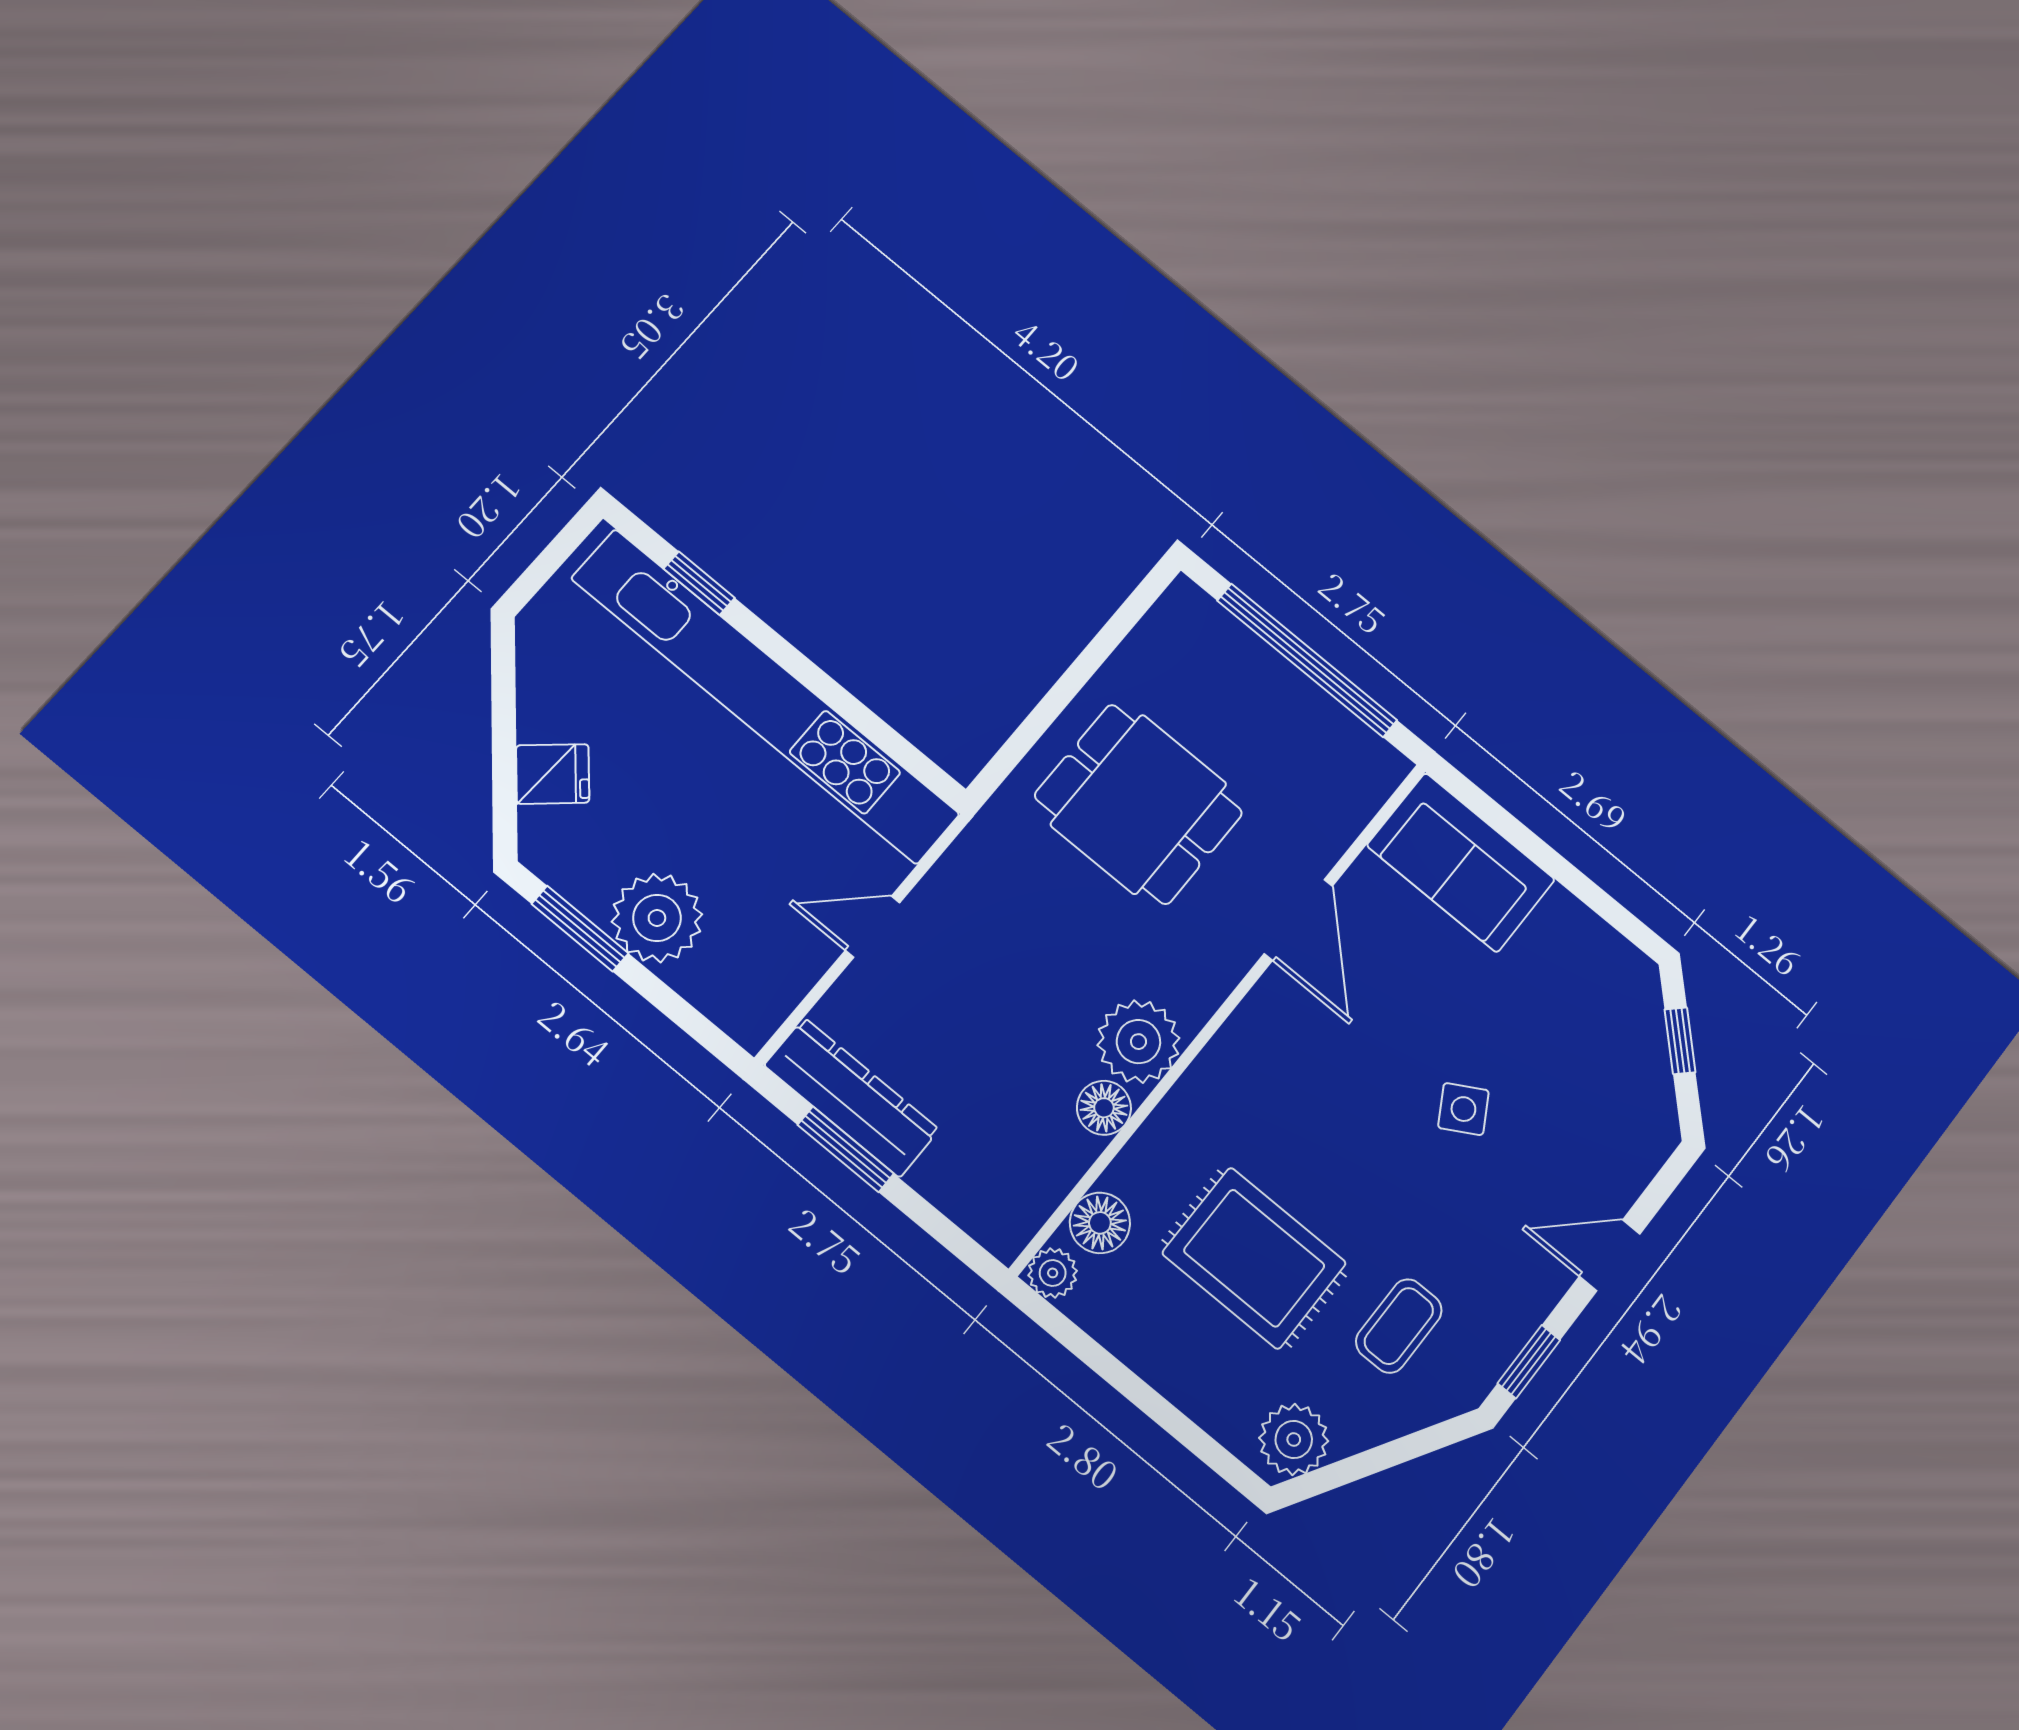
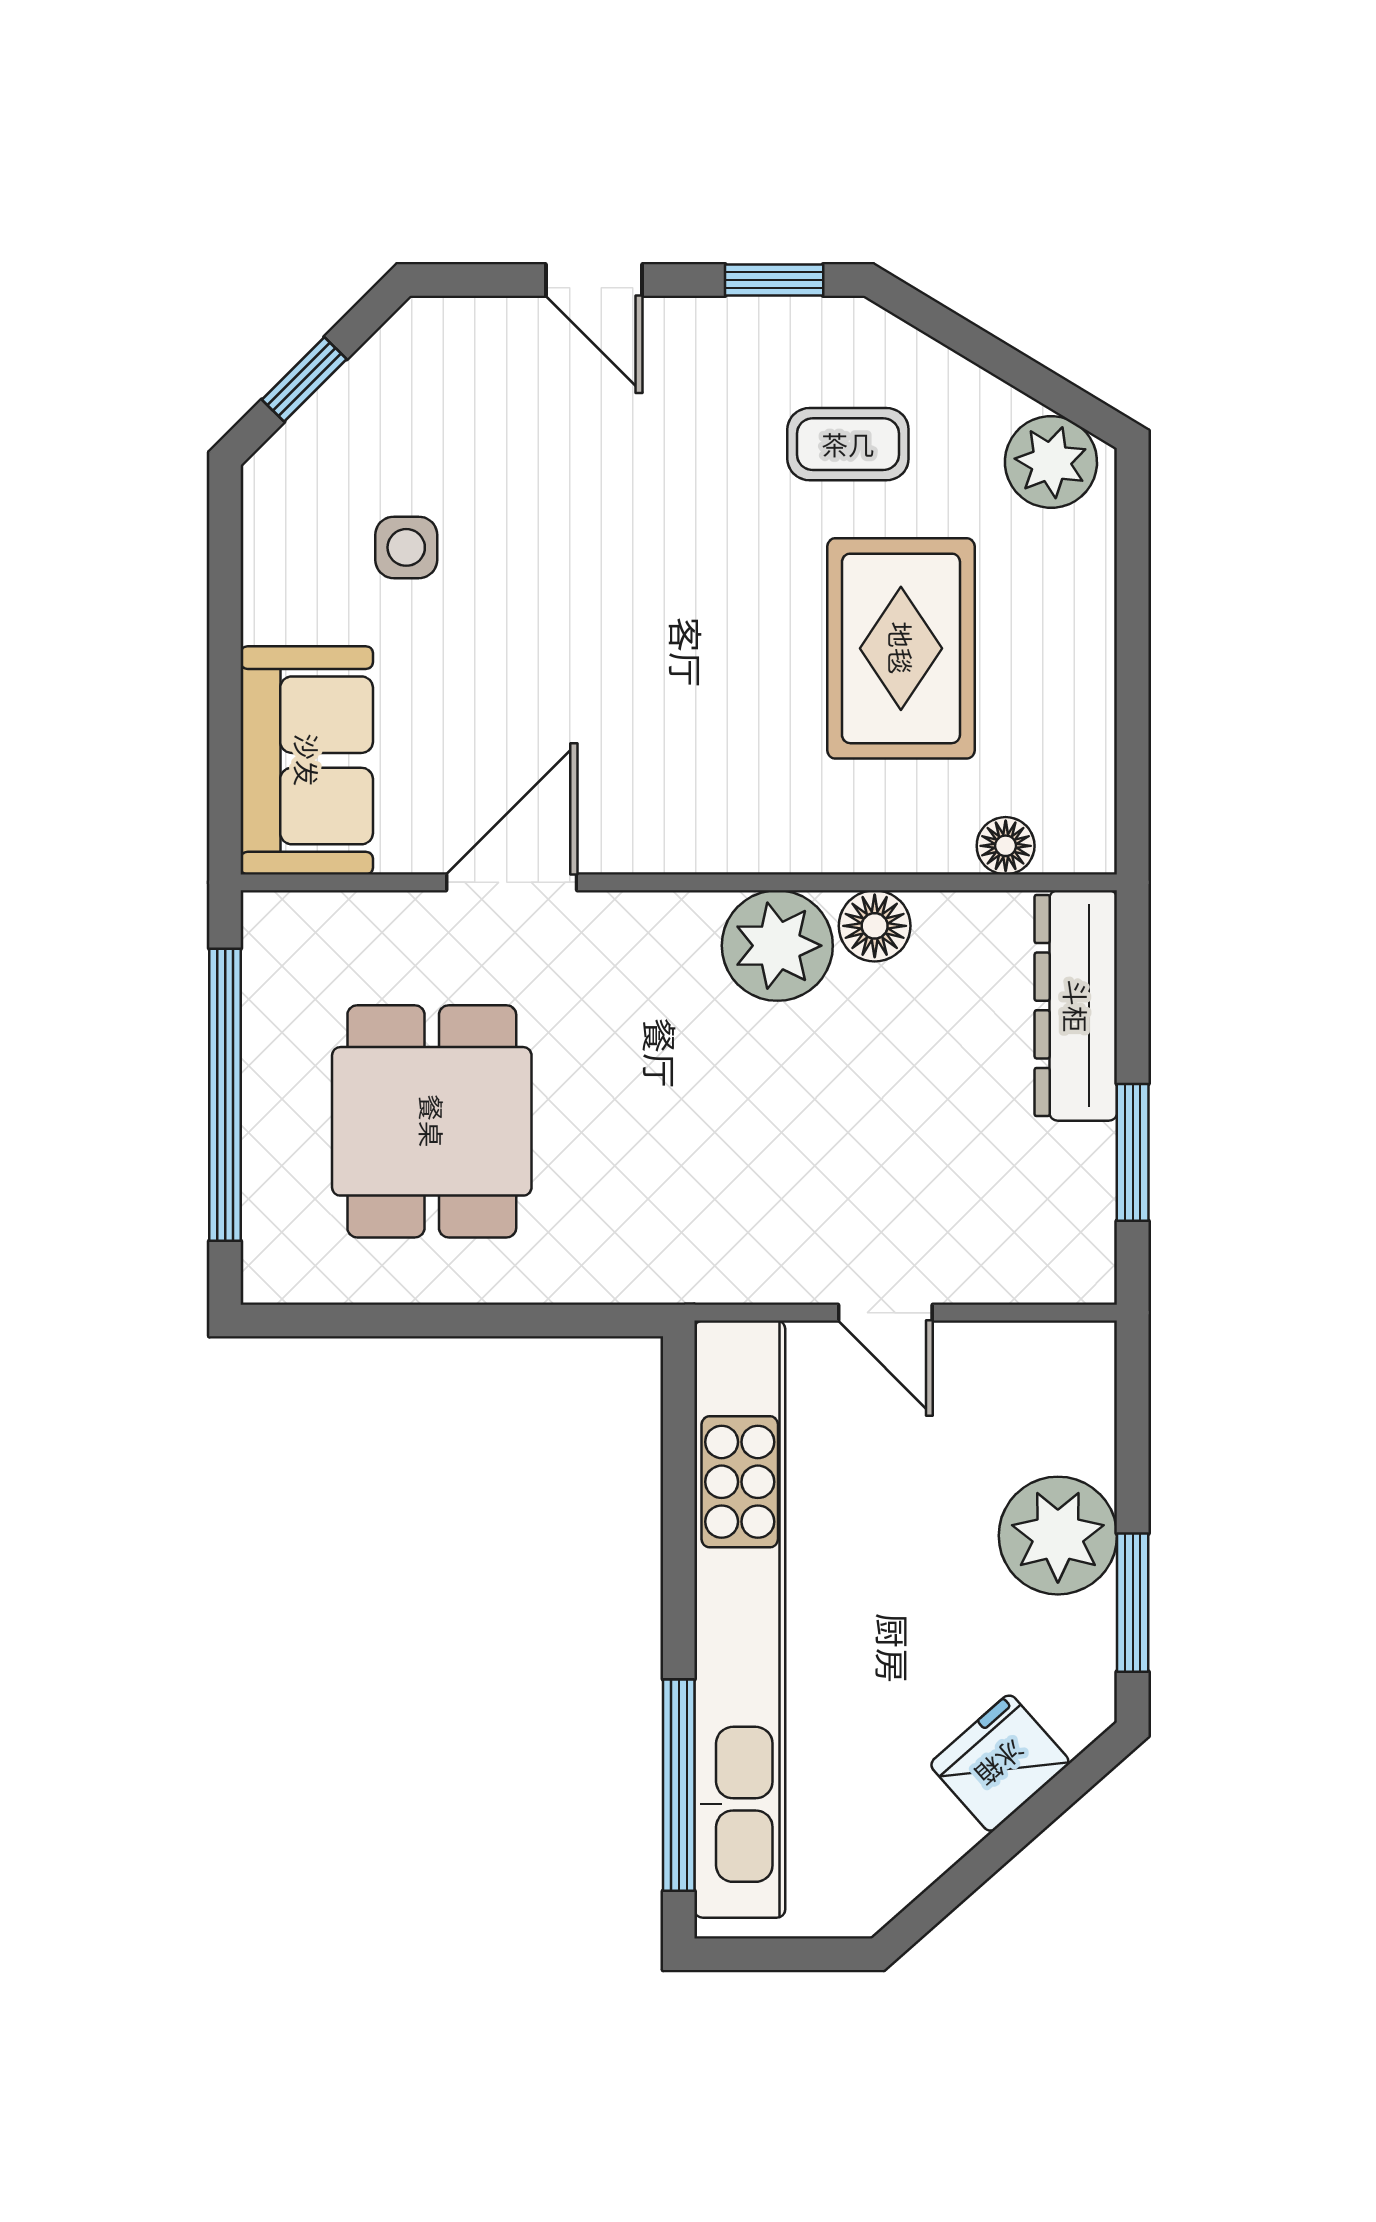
window: (699, 583) -> (679, 1785), width x2.17
fridge: (553, 774) -> (1000, 1763), width x1.38
dining table: (1139, 804) -> (432, 1121), moved
dresser: (852, 1097) -> (1076, 1006), moved
side table: (1463, 1109) -> (406, 547), moved, turned 30
floor lamp: (1100, 1223) -> (1006, 846), width x0.73, depth x0.73
plant: (1053, 1273) -> (1085, 842), removed

